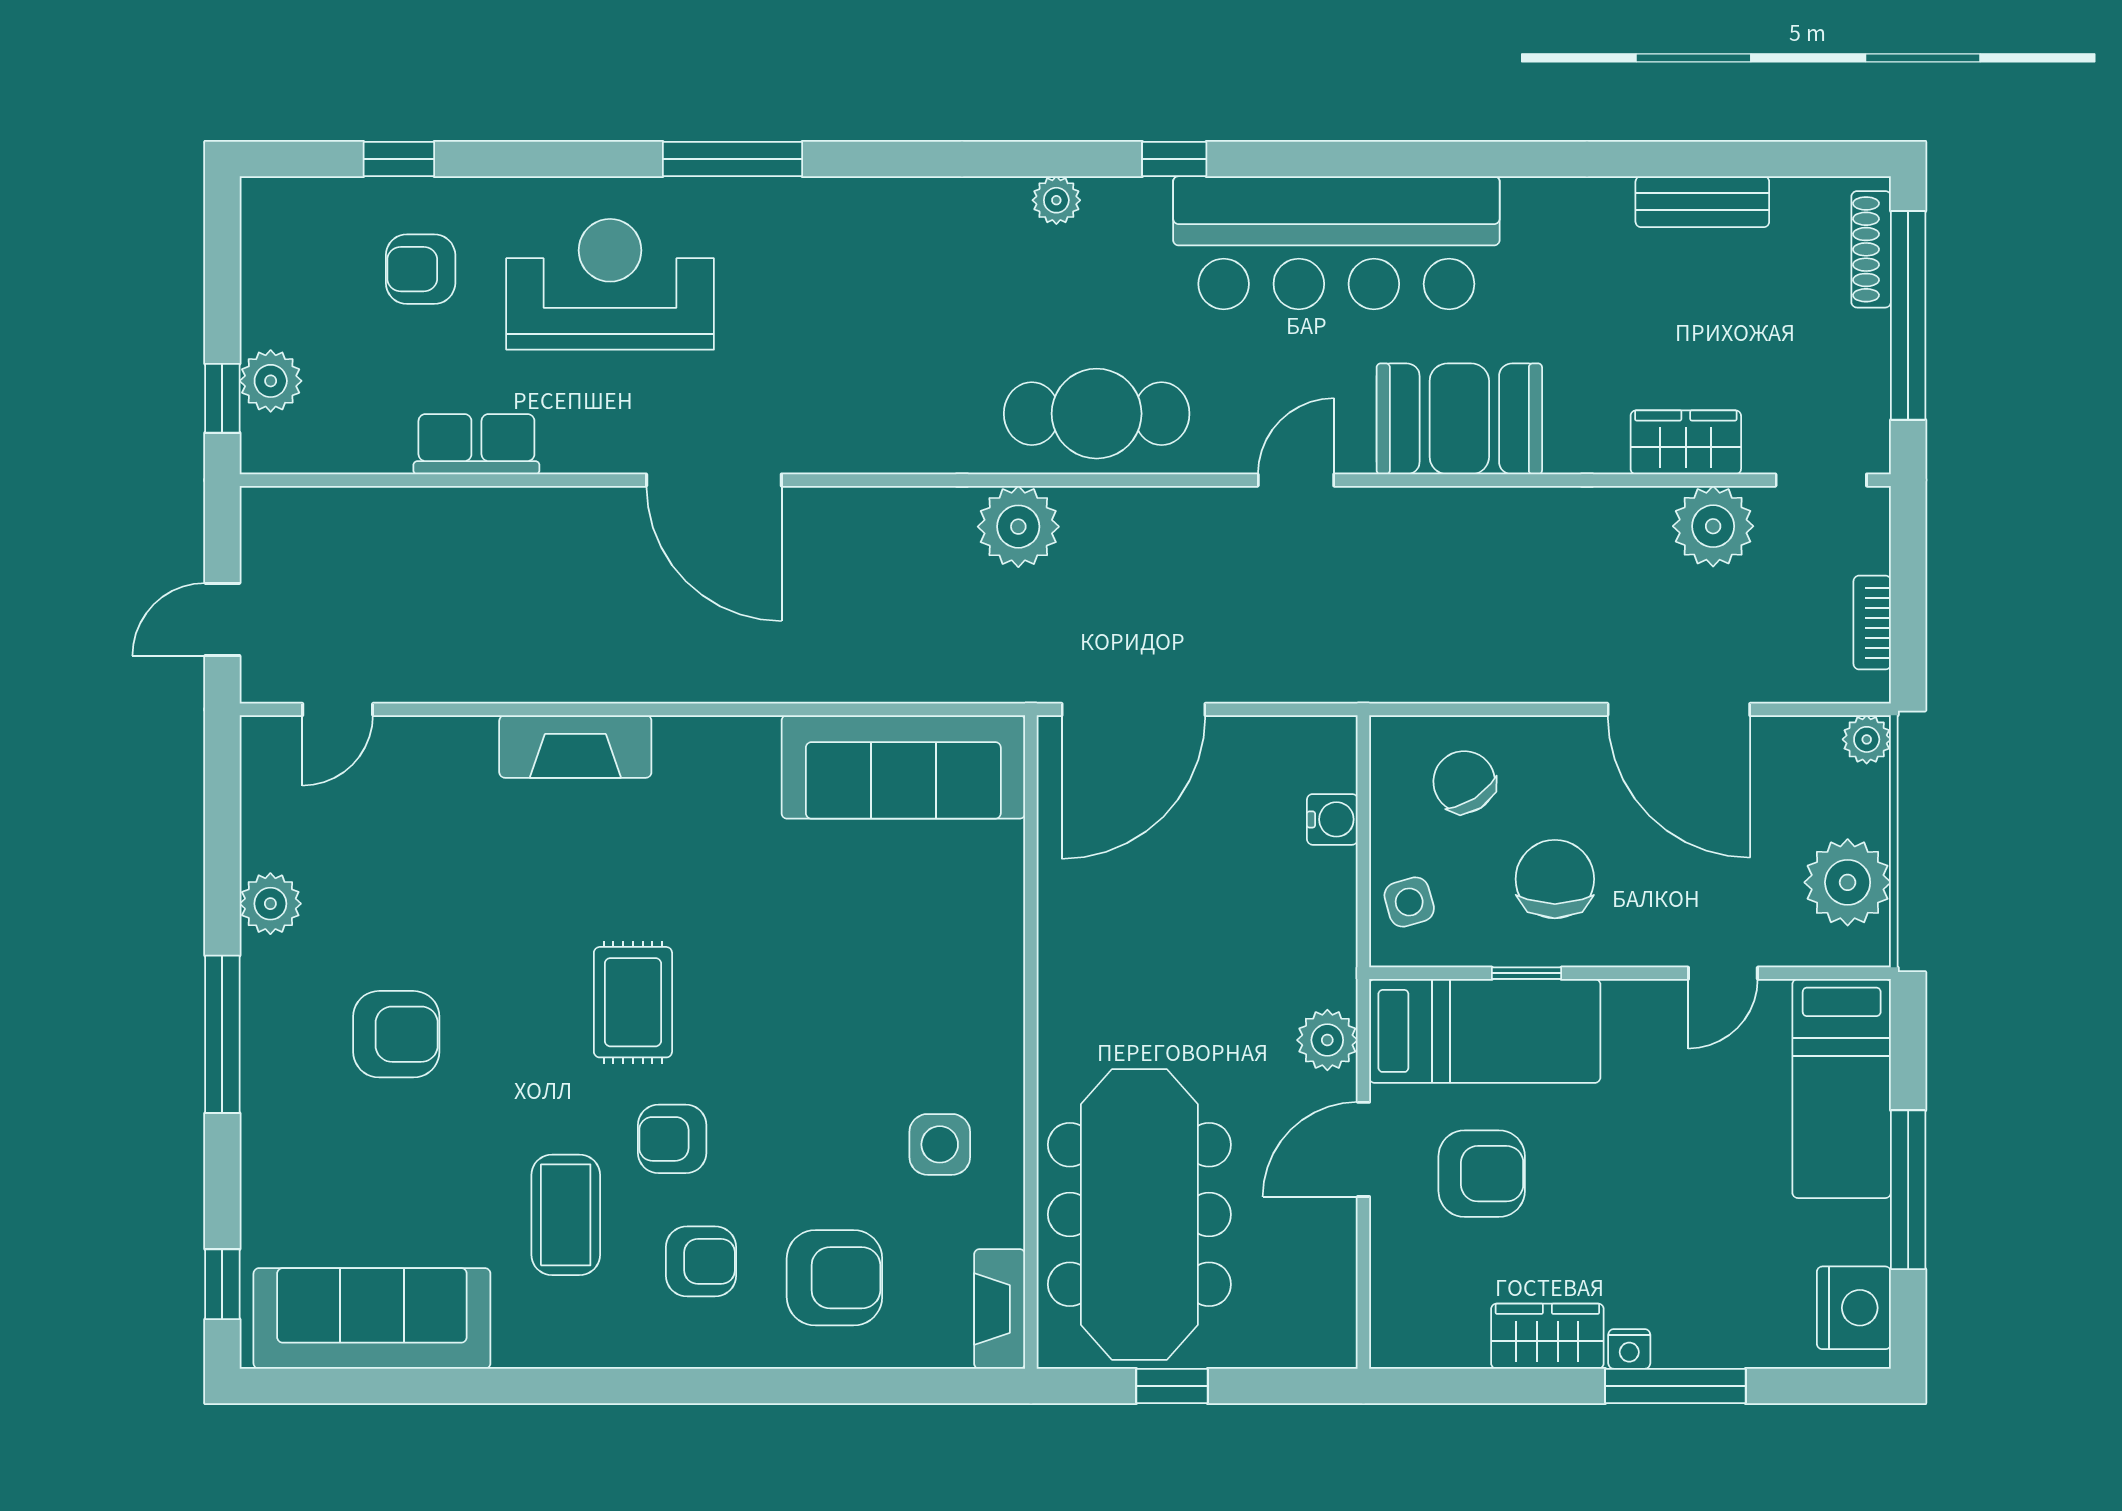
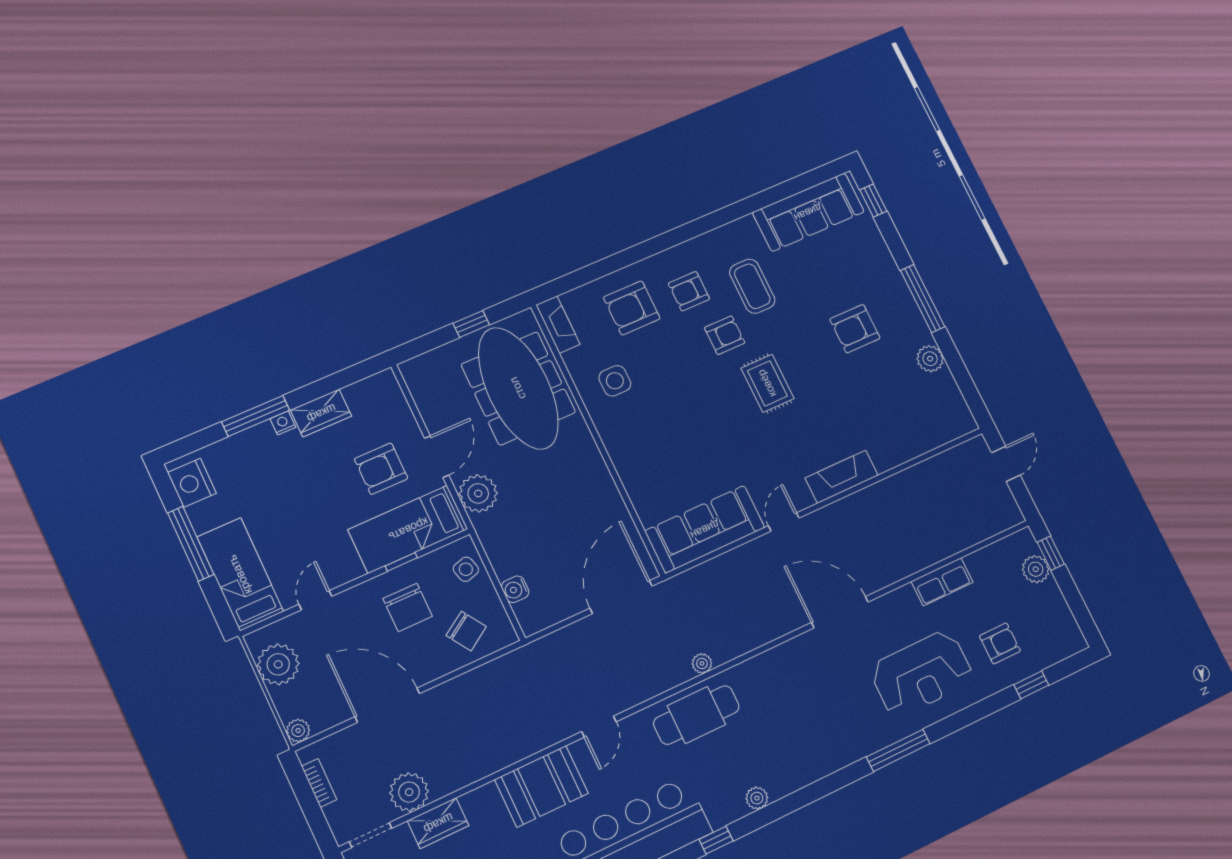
plant: (1018, 527) -> (702, 663), width x0.53, depth x0.53
door: (338, 709) -> (784, 522), moved
plant: (1327, 1040) -> (478, 493), width x1.36, depth x1.36

